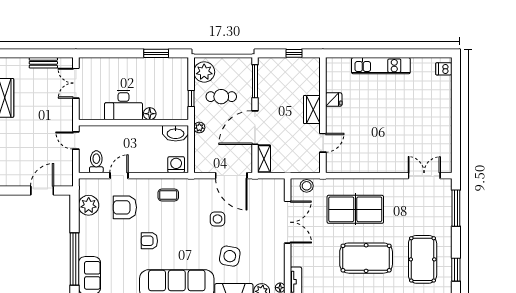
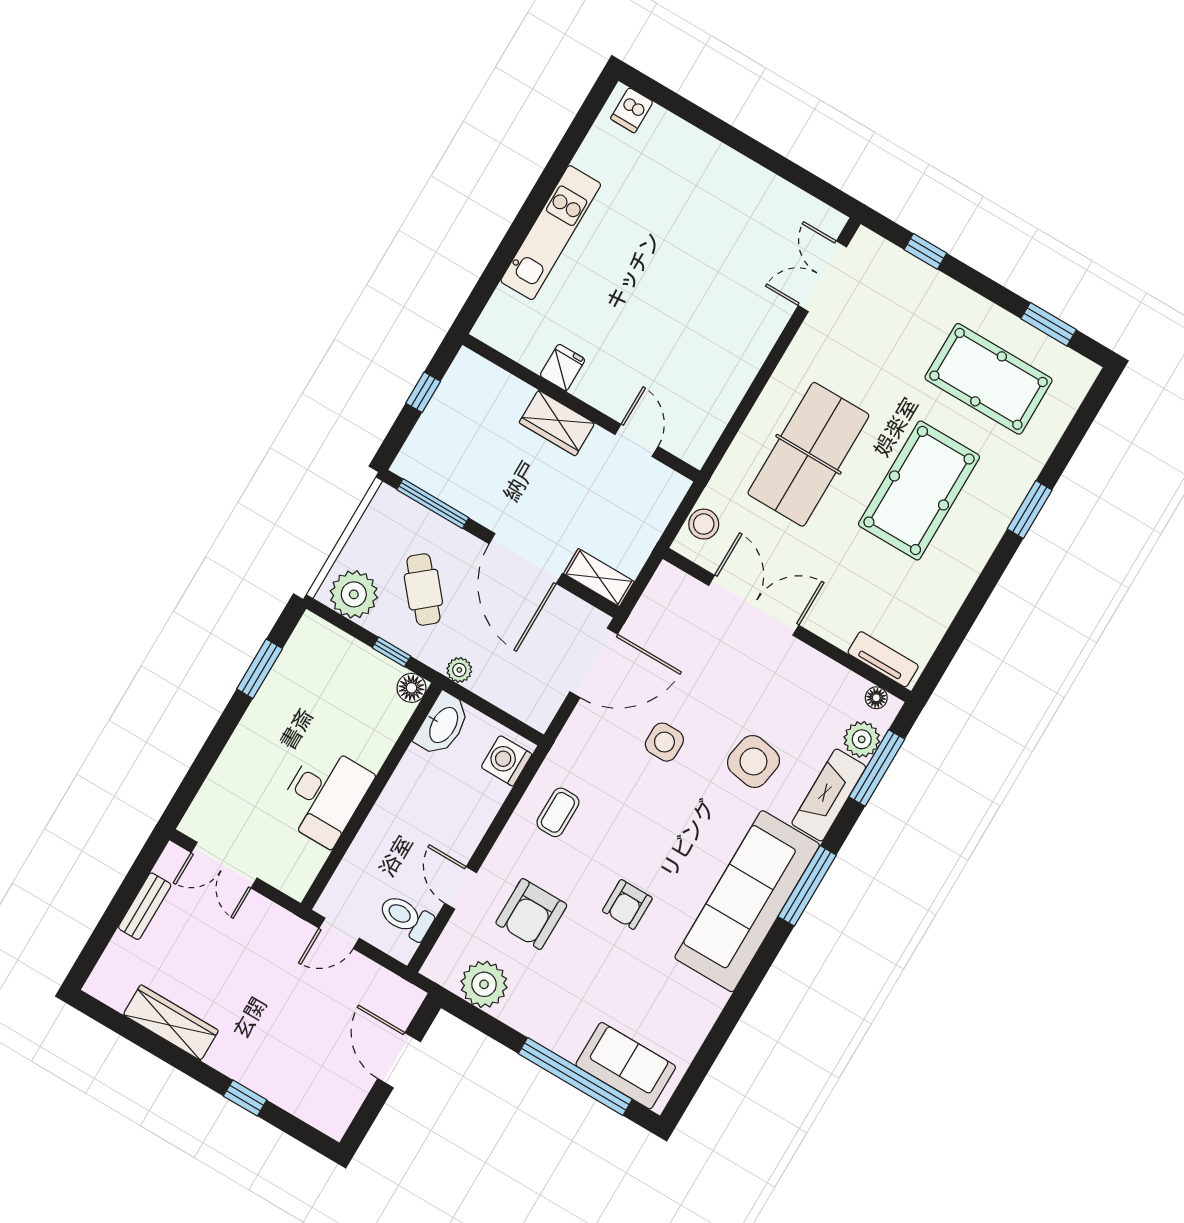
cafe table: (221, 97) -> (423, 590), turned -40
floor lamp: (150, 114) -> (411, 688), moved
window: (456, 208) -> (925, 251), width x0.46

